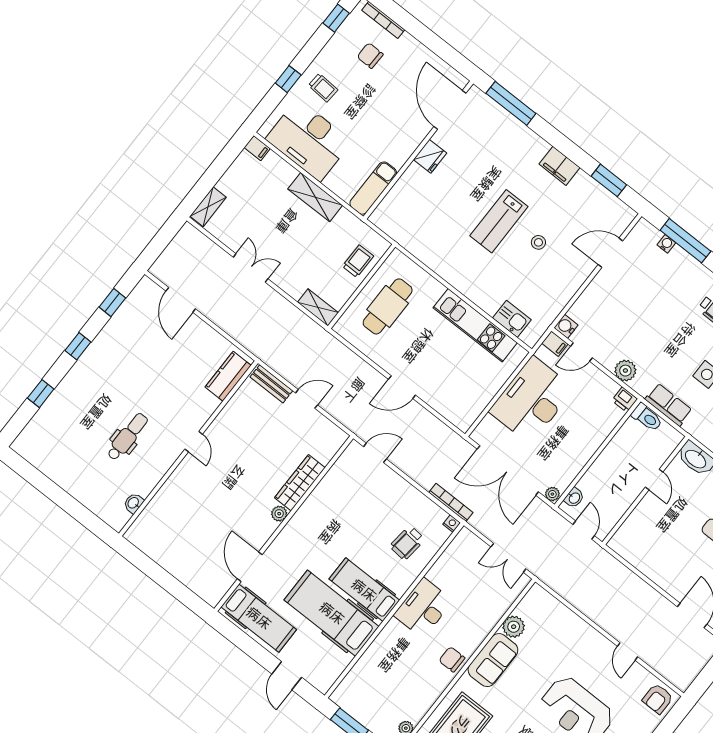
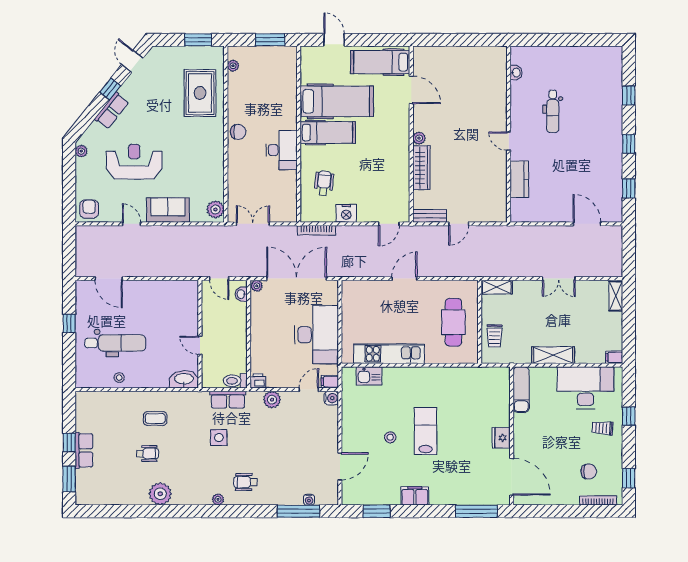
kitchen counter: (228, 376) -> (519, 179), moved
bench: (271, 384) -> (430, 216), moved
nightstand: (452, 524) -> (346, 213), moved, width x1.89, depth x1.79
plant: (514, 627) -> (215, 209), moved
sofa: (493, 660) -> (168, 210), moved, turned 90

